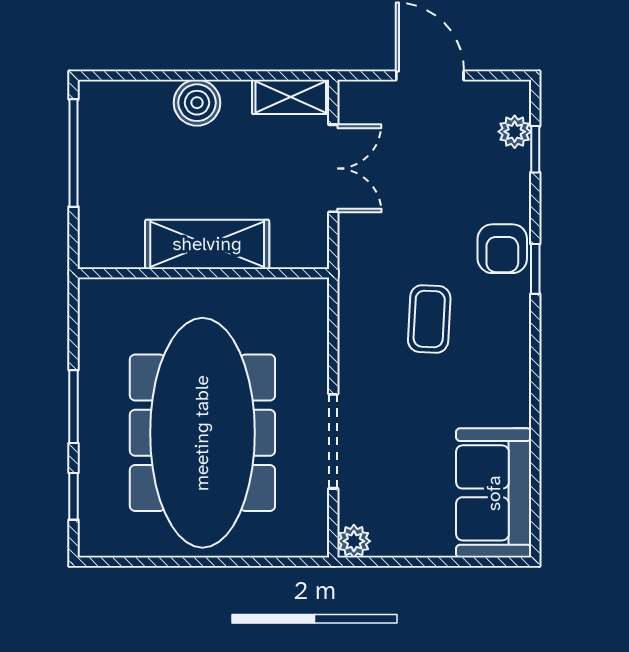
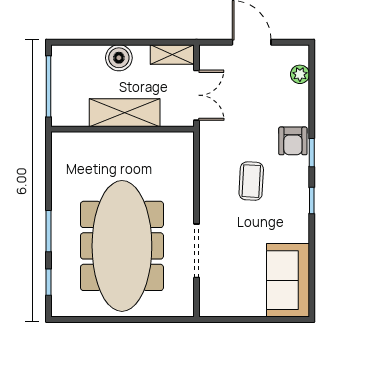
window: (535, 149) -> (312, 201), moved
shelving: (207, 244) -> (125, 113), moved
wall: (203, 273) -> (123, 129), moved
plant: (354, 541) -> (208, 308), removed

